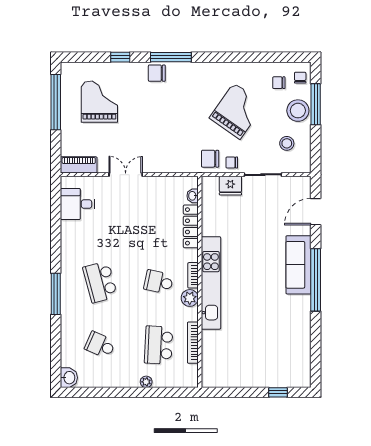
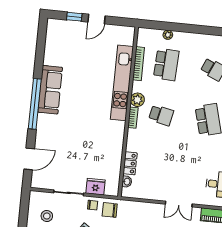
chair: (210, 159) -> (110, 210), turned 180
locker: (191, 226) -> (130, 163), width x0.66
sofa: (299, 265) -> (50, 90), moved
kitchen unit: (211, 283) -> (122, 83), moved
plant: (146, 382) -> (168, 35), moved
door: (250, 392) -> (96, 19), added

